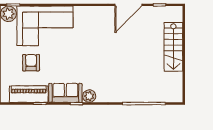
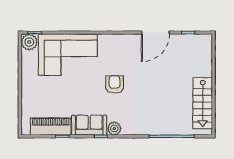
stairs: (173, 47) -> (203, 103), moved
armchair: (31, 63) -> (115, 84), moved

